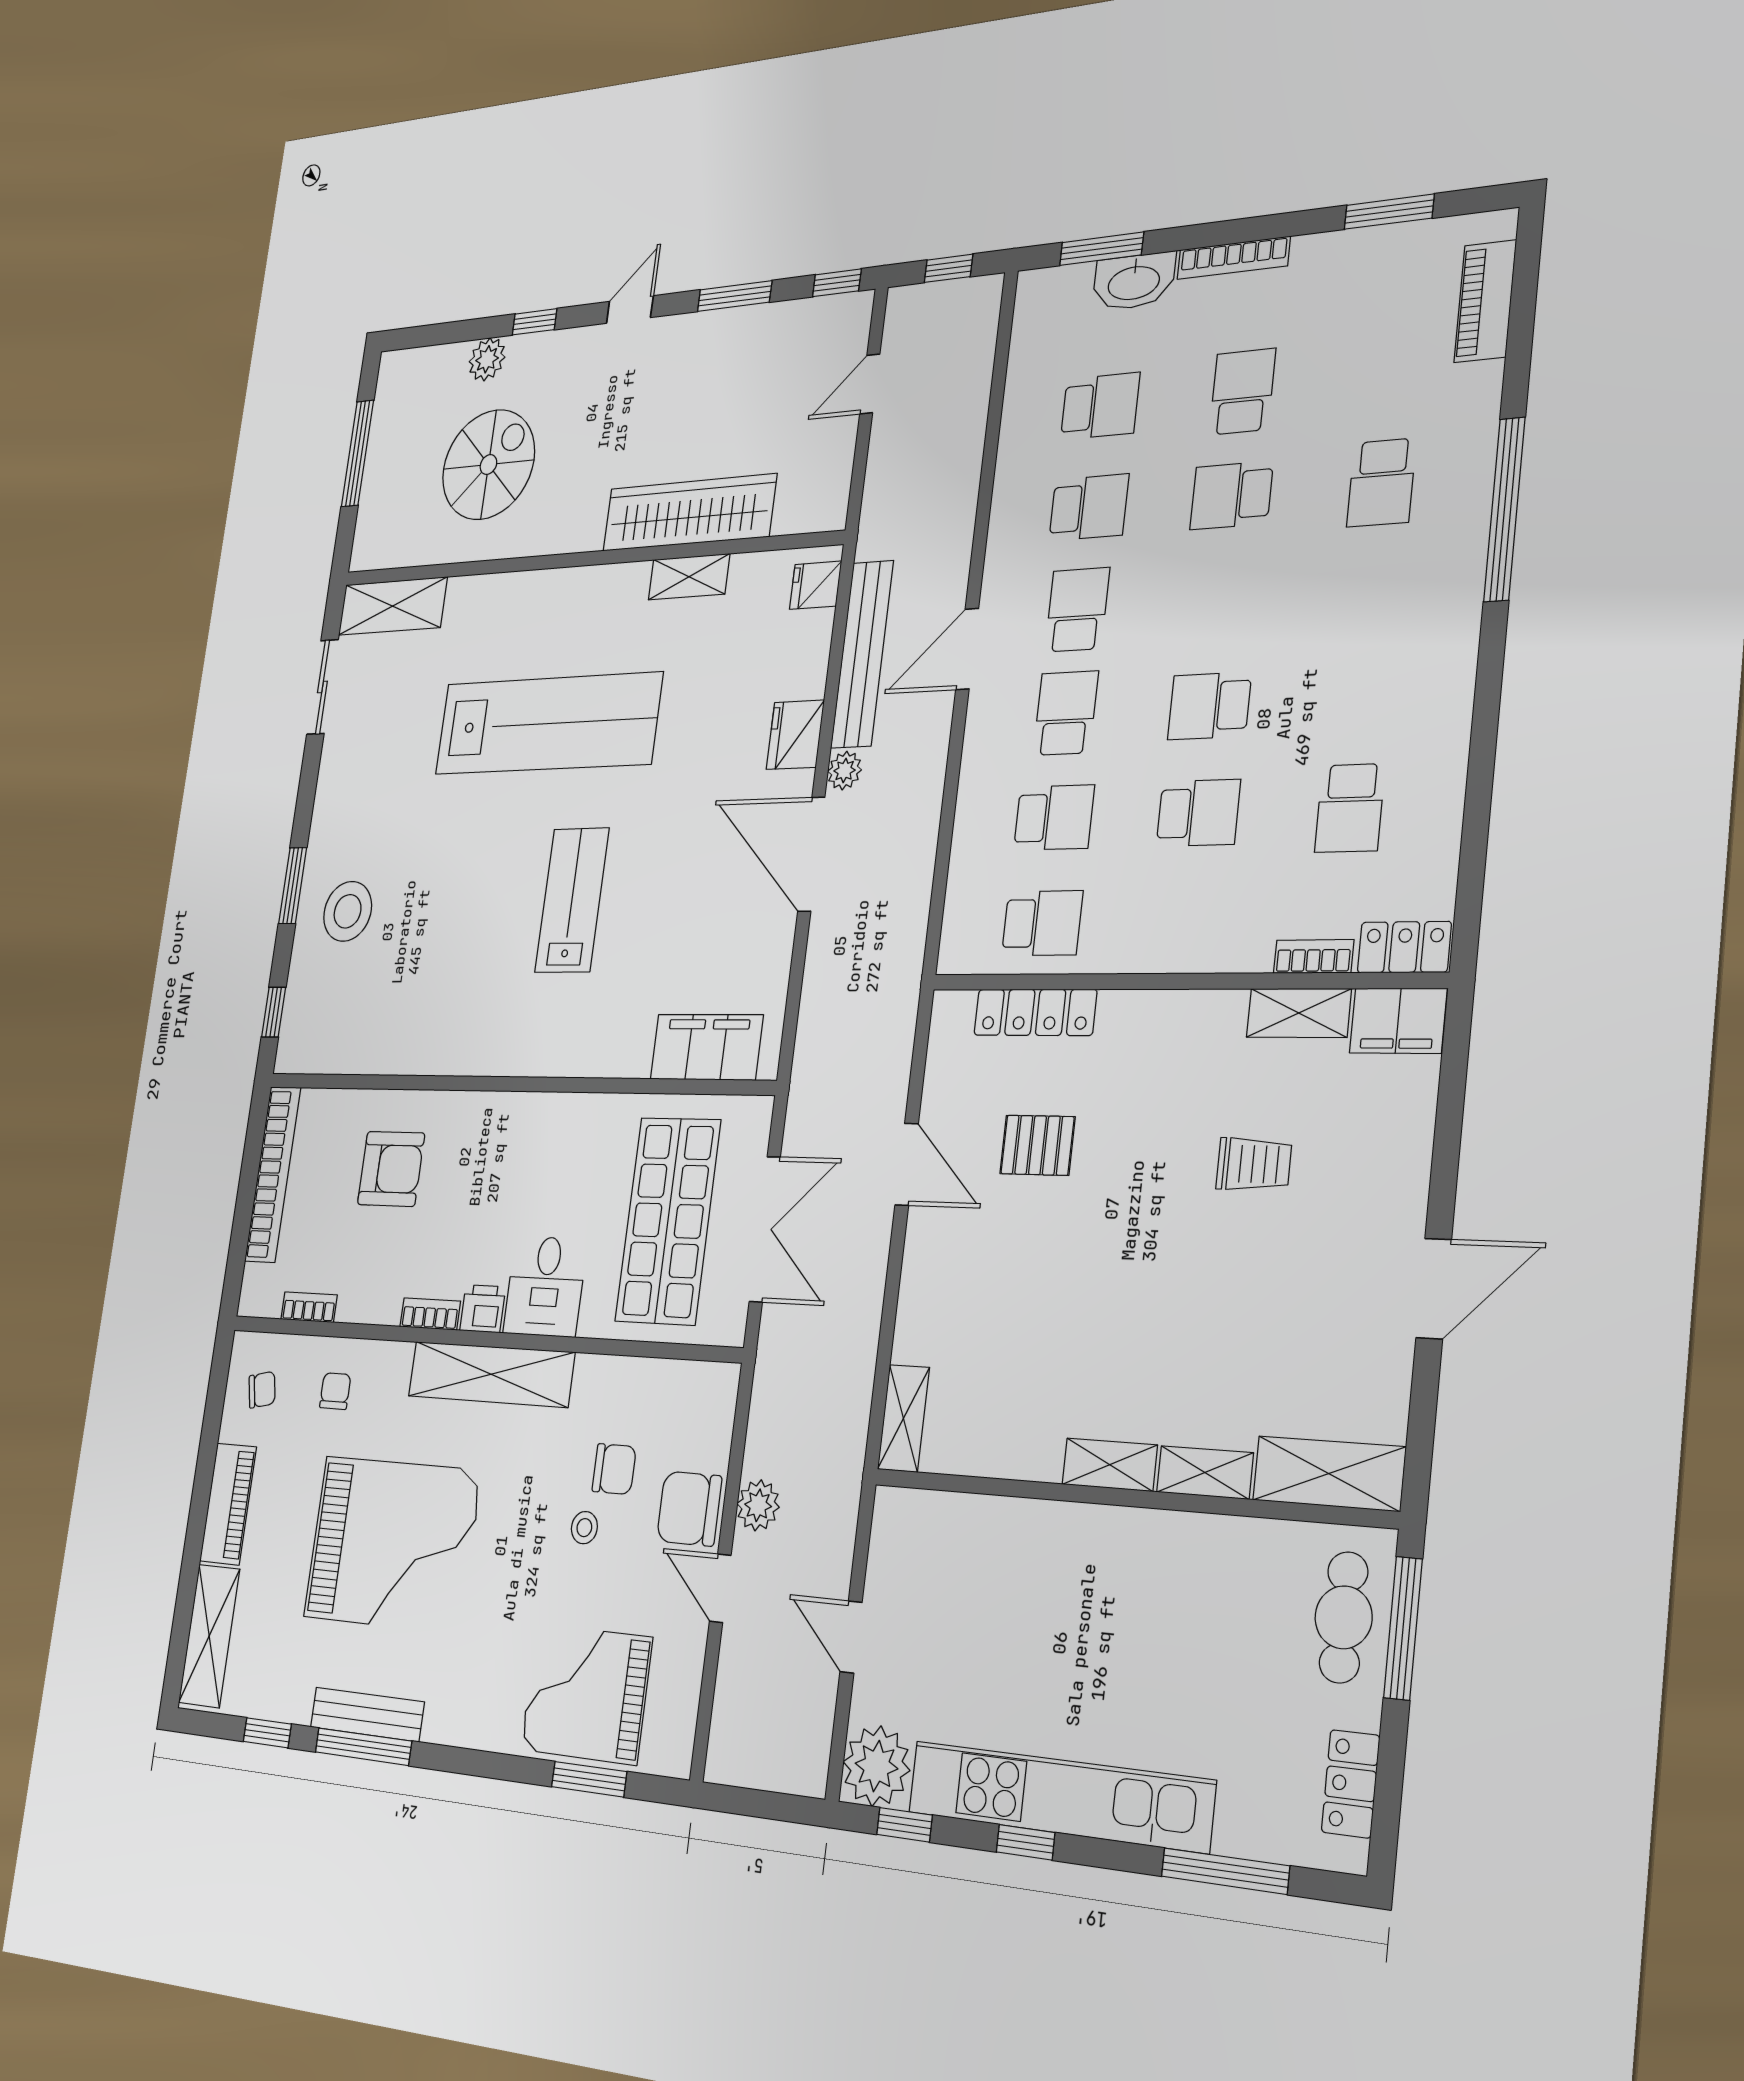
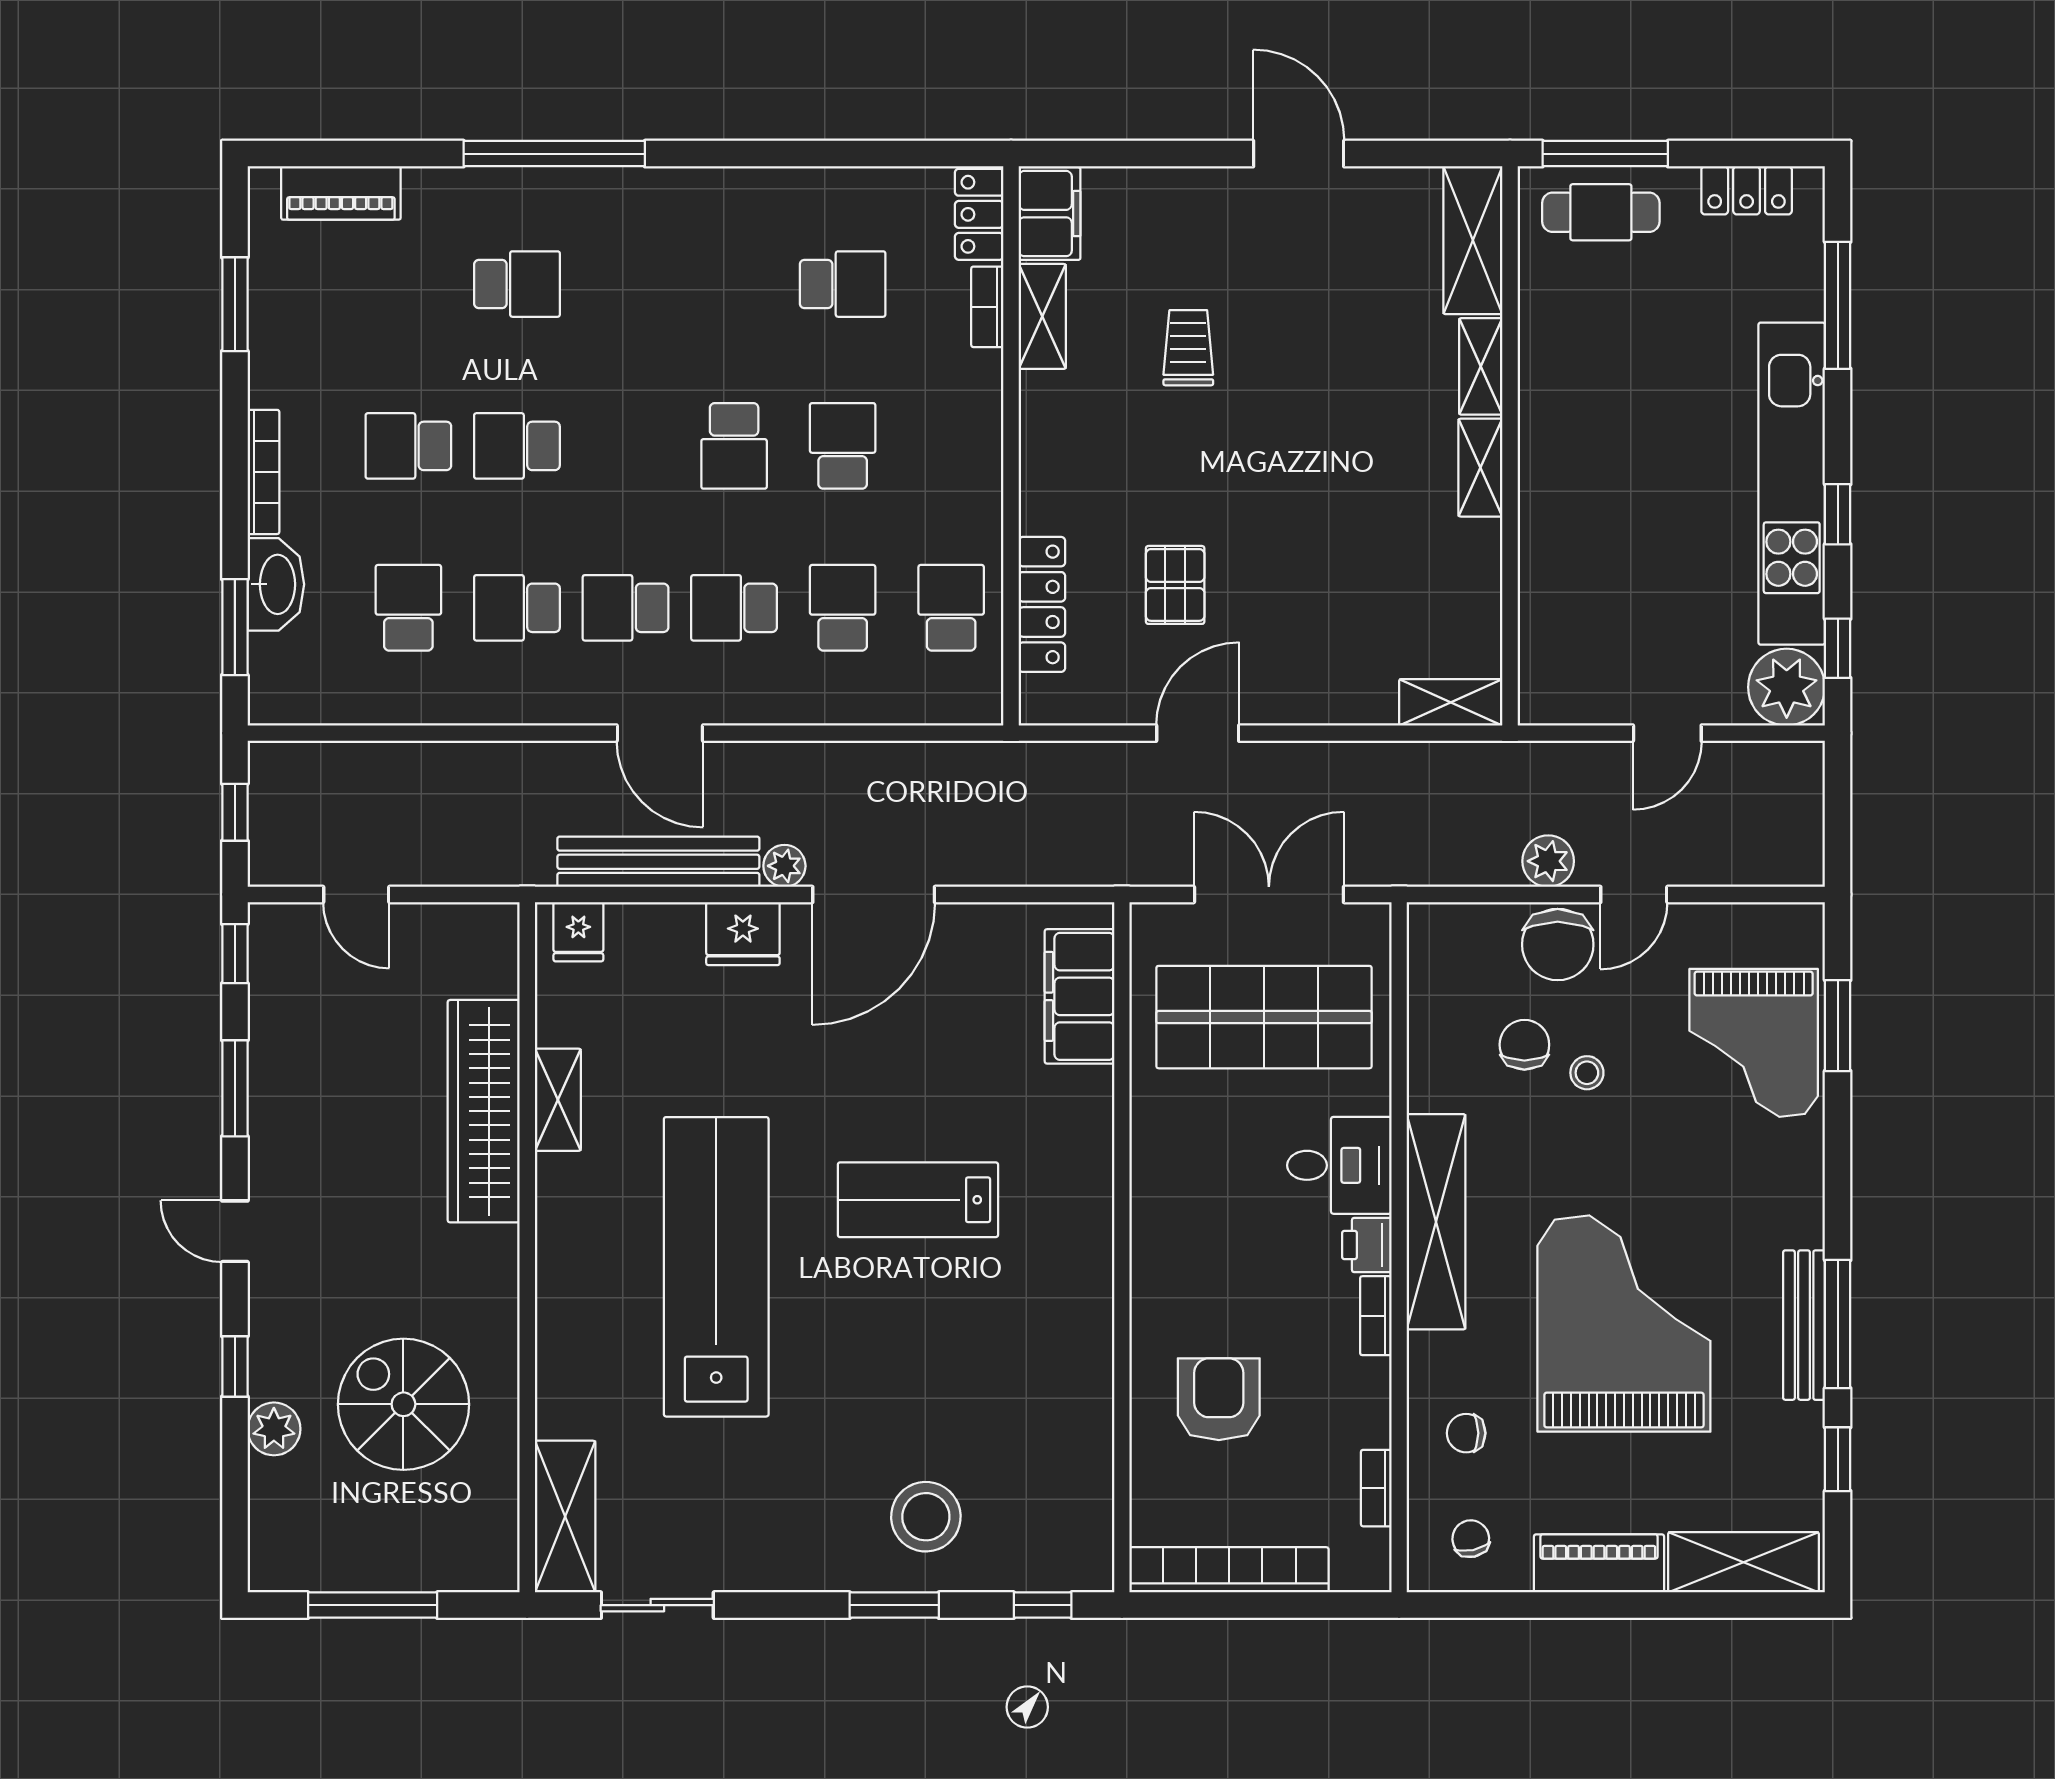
school desk: (1232, 495) -> (517, 446), turned 90
school desk: (1089, 507) -> (517, 608), turned -90

